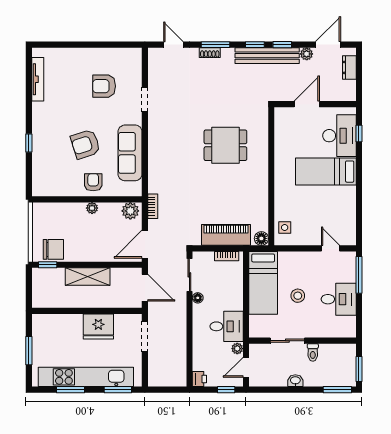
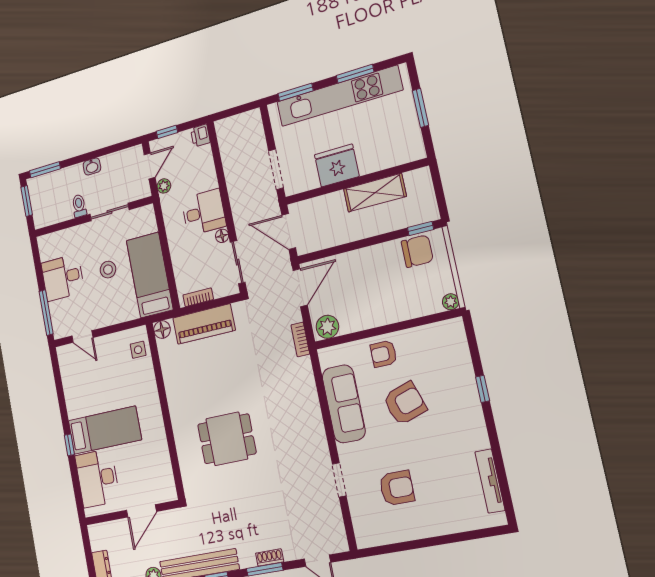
window: (359, 133) -> (69, 445), moved
armchair: (93, 182) -> (384, 354), turned 90
plant: (92, 208) -> (451, 302), moved
chair: (53, 249) -> (417, 251), turned 180
shelving: (88, 277) -> (375, 193), moved
desk: (227, 326) -> (204, 212), moved, turned 180

